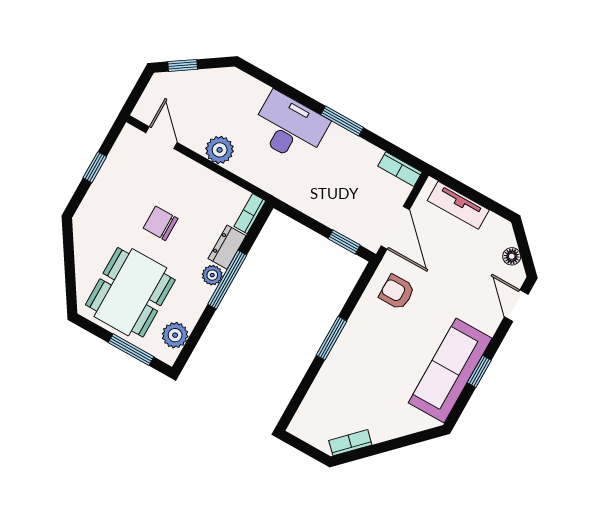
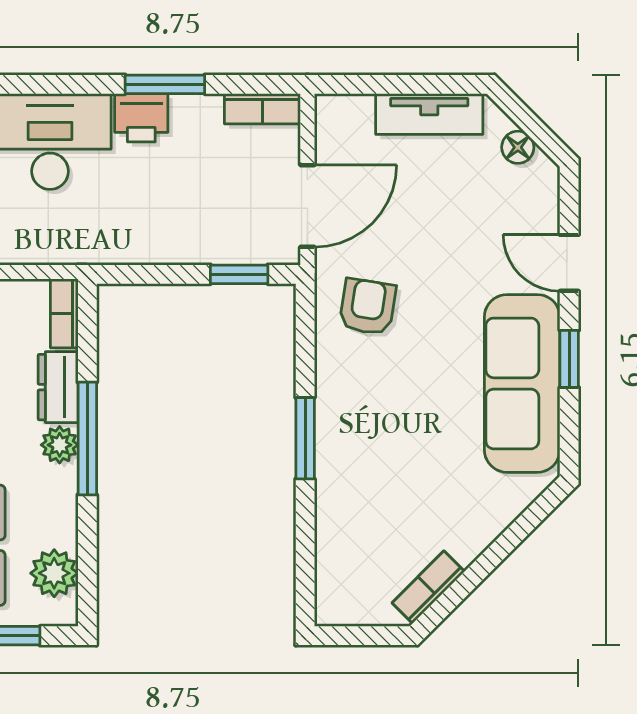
window: (342, 121) -> (165, 84), moved
printer: (340, 141) -> (141, 118), added
tv unit: (458, 205) -> (429, 114), moved
door: (395, 228) -> (307, 206), hinge flipped
armchair: (397, 292) -> (368, 307), turned 99
door: (516, 306) -> (569, 263), moved

